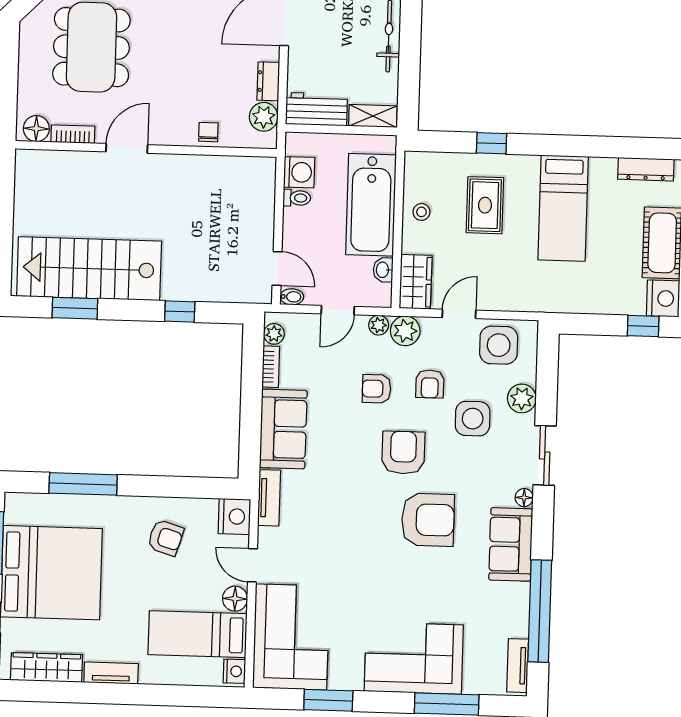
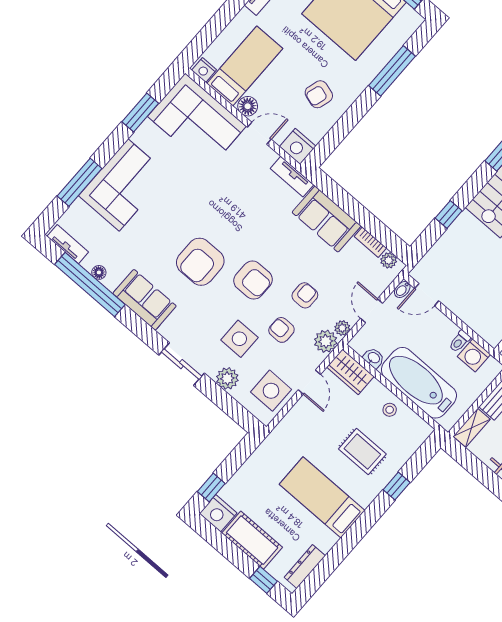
floor lamp: (524, 498) -> (99, 272), moved

